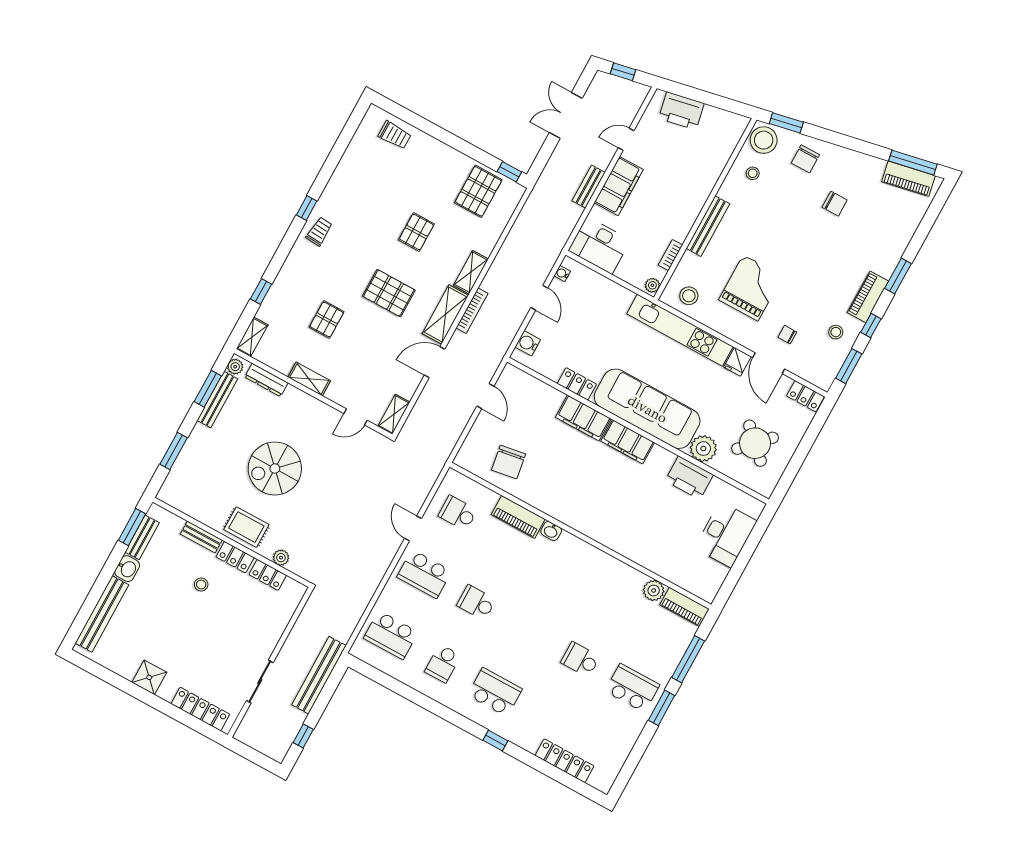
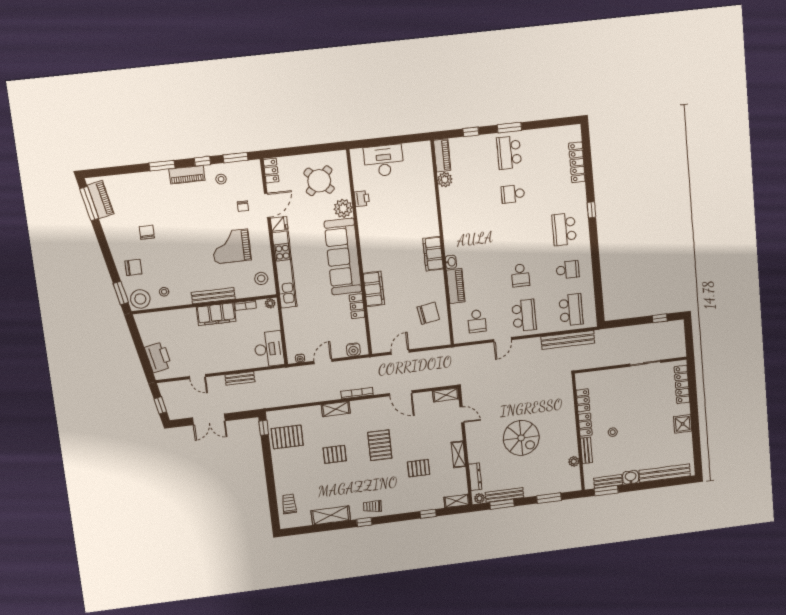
filing cabinet: (619, 186) -> (216, 314), moved, turned 180
shelving: (445, 314) -> (331, 515), moved
filing cabinet: (628, 442) -> (433, 254), moved, turned 180
printer: (689, 478) -> (362, 199), width x0.53, depth x0.68
rug: (246, 527) -> (564, 430), removed
plant: (281, 558) -> (574, 461), moved
school desk: (580, 659) -> (513, 194), turned 90
window: (688, 659) -> (471, 132), width x0.46
bench: (319, 675) -> (568, 340), moved

